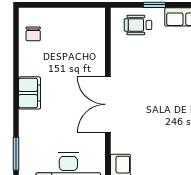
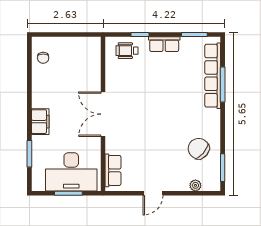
filing cabinet: (30, 93) -> (40, 122), moved

